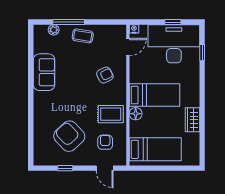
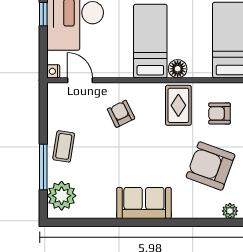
plant: (54, 30) -> (62, 196), width x1.87, depth x1.87
sofa: (44, 72) -> (144, 203), moved
armchair: (69, 136) -> (211, 166), turned 63
plant: (39, 149) -> (230, 211), added

